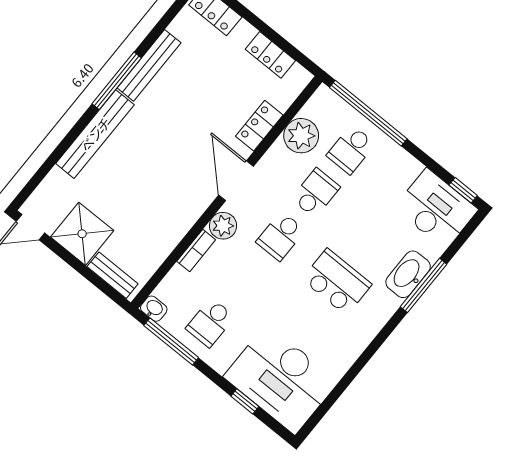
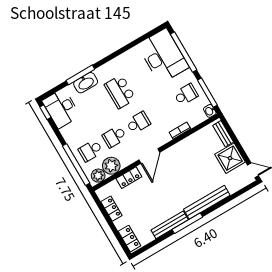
school desk: (351, 150) -> (91, 151), turned 180
plant: (223, 226) -> (98, 176), moved
window: (245, 401) -> (184, 52), width x3.17

